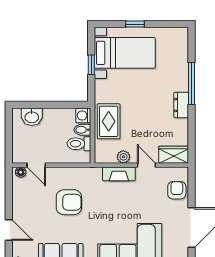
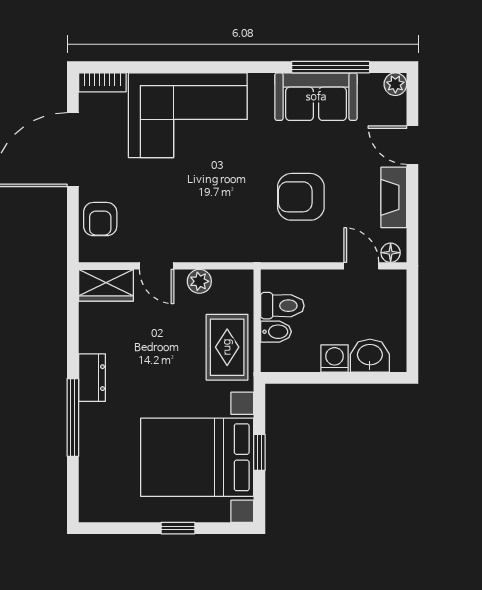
bed with nightstands: (125, 53) -> (197, 457), width x1.36
washing machine: (83, 115) -> (335, 358), moved, turned -90
fireplace: (119, 174) -> (394, 197), moved, turned -90

